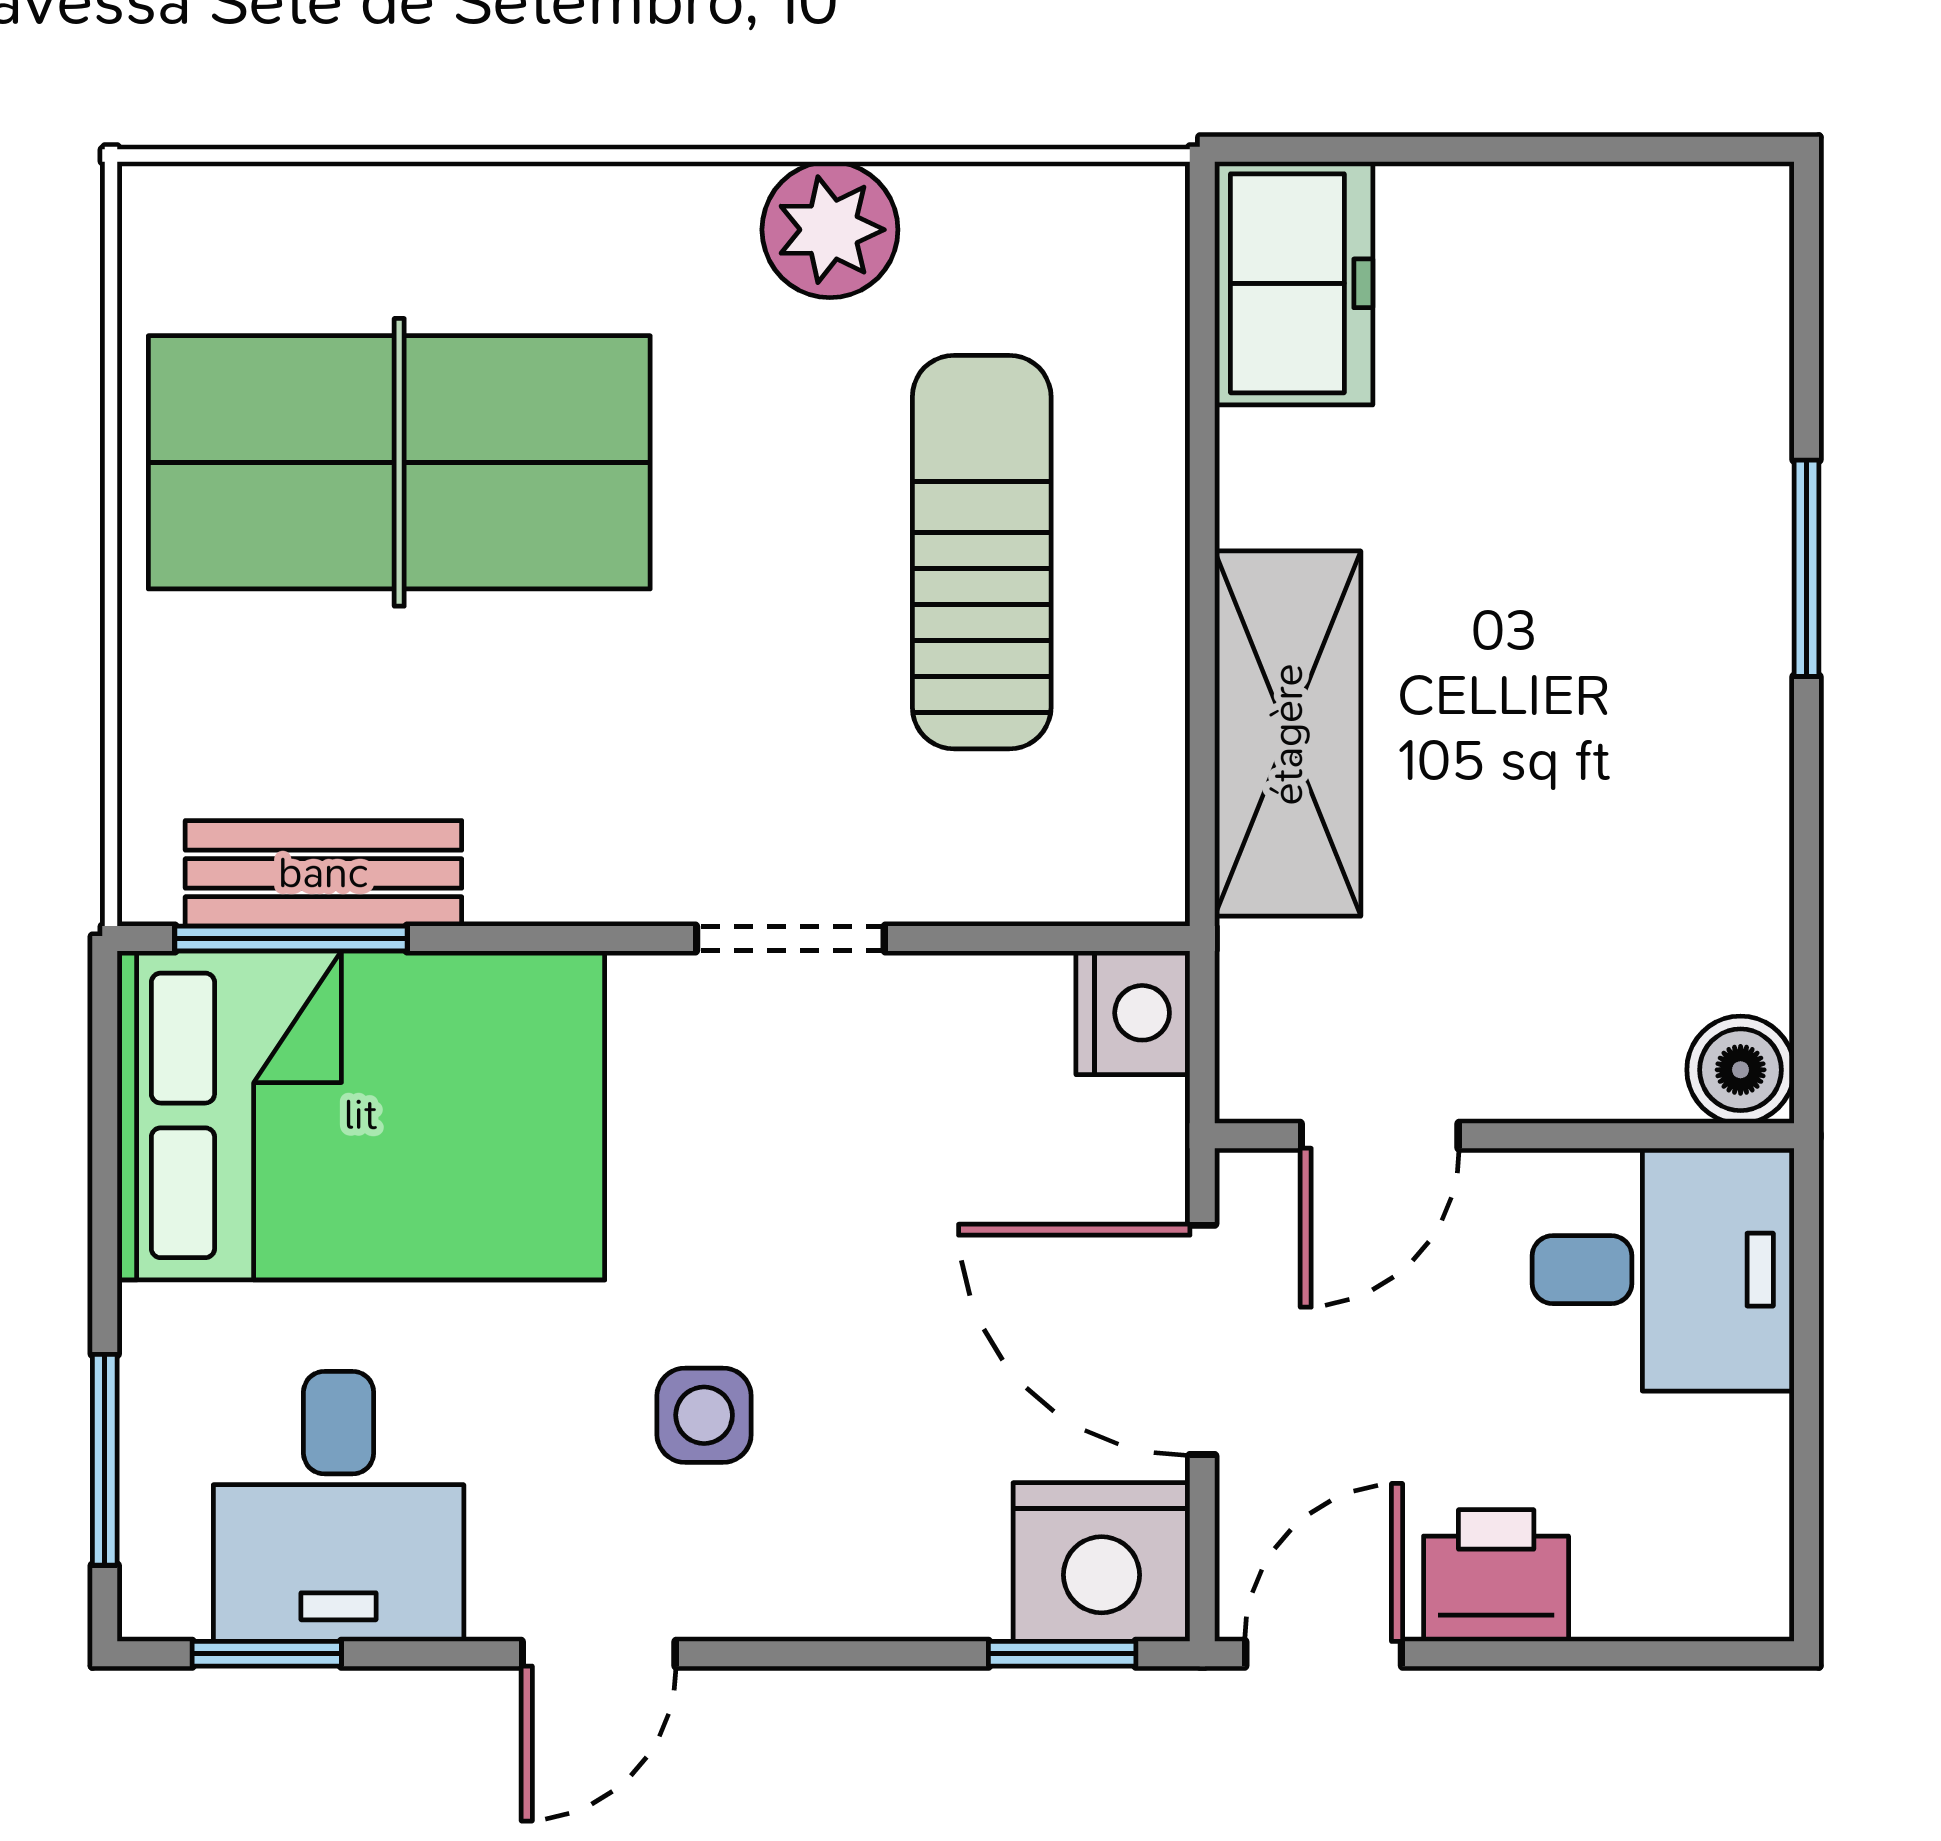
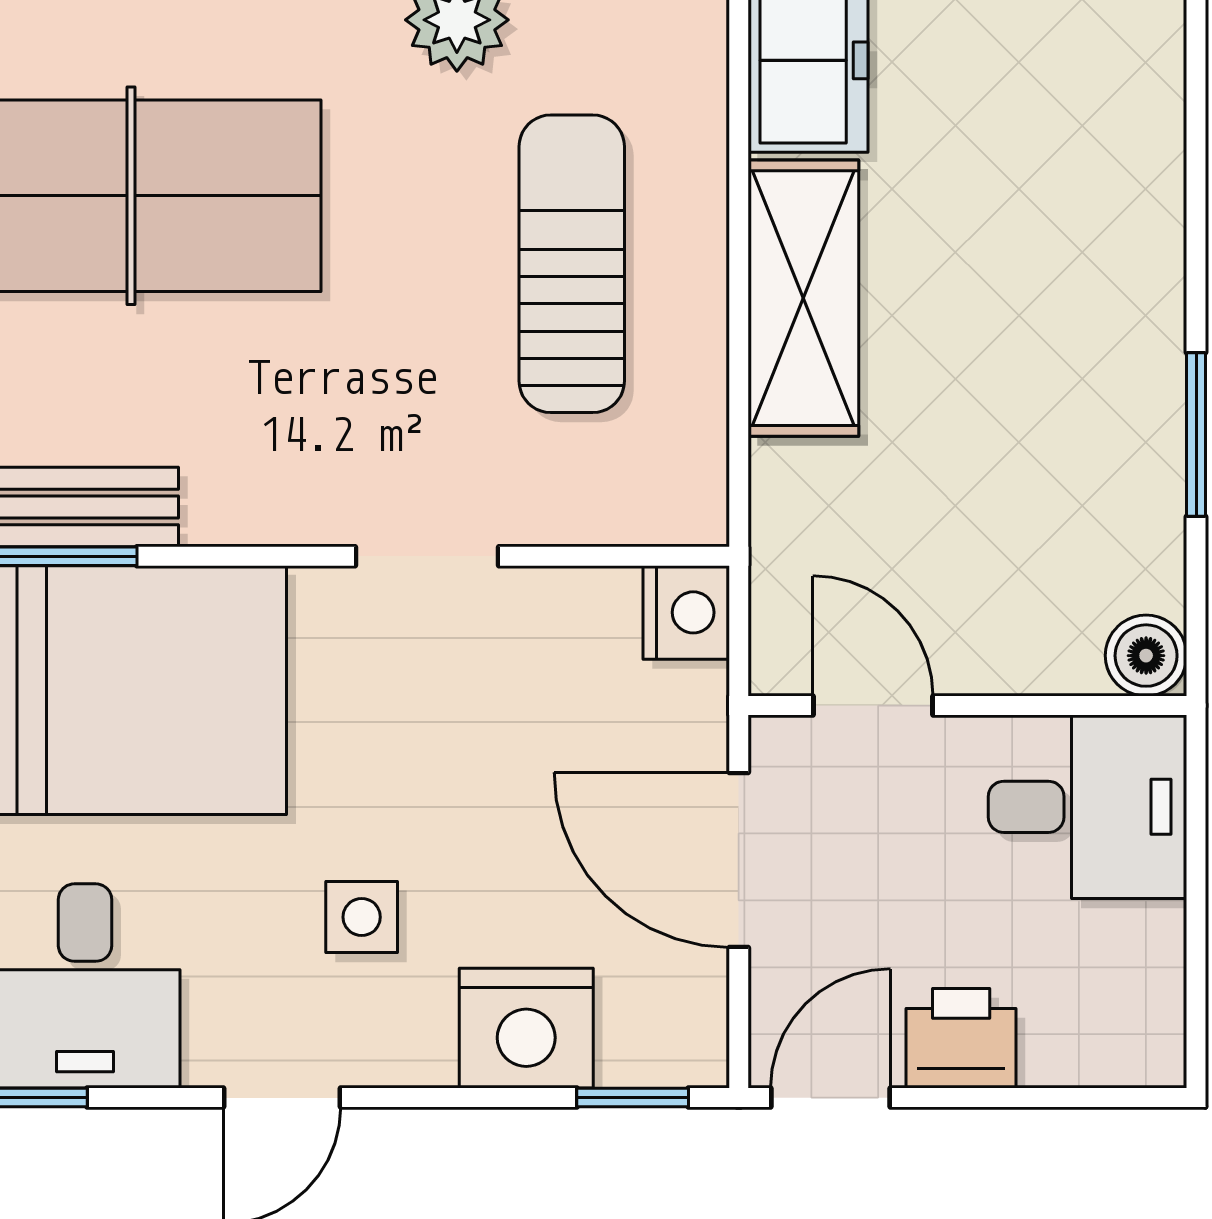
window: (1807, 568) -> (1196, 435), moved
shelving: (1288, 734) -> (803, 298), moved
door: (1380, 1136) -> (873, 706), swing flipped
nightstand: (1102, 1562) -> (526, 1028), moved

